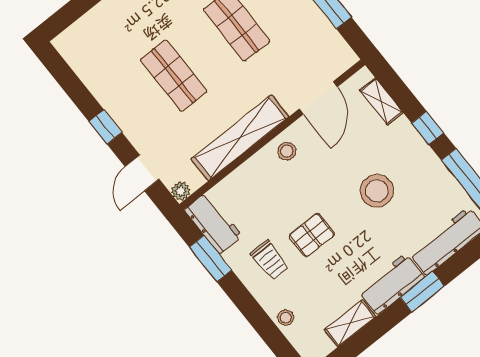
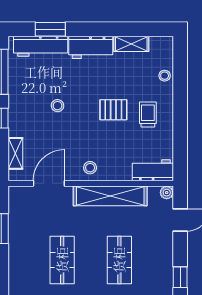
window: (105, 127) -> (180, 277), moved
stool: (377, 191) -> (57, 106), width x0.53, depth x0.53
workbench: (213, 223) -> (153, 170), moved, turned 90
window: (210, 259) -> (180, 142), removed
window: (422, 292) -> (50, 29), moved

